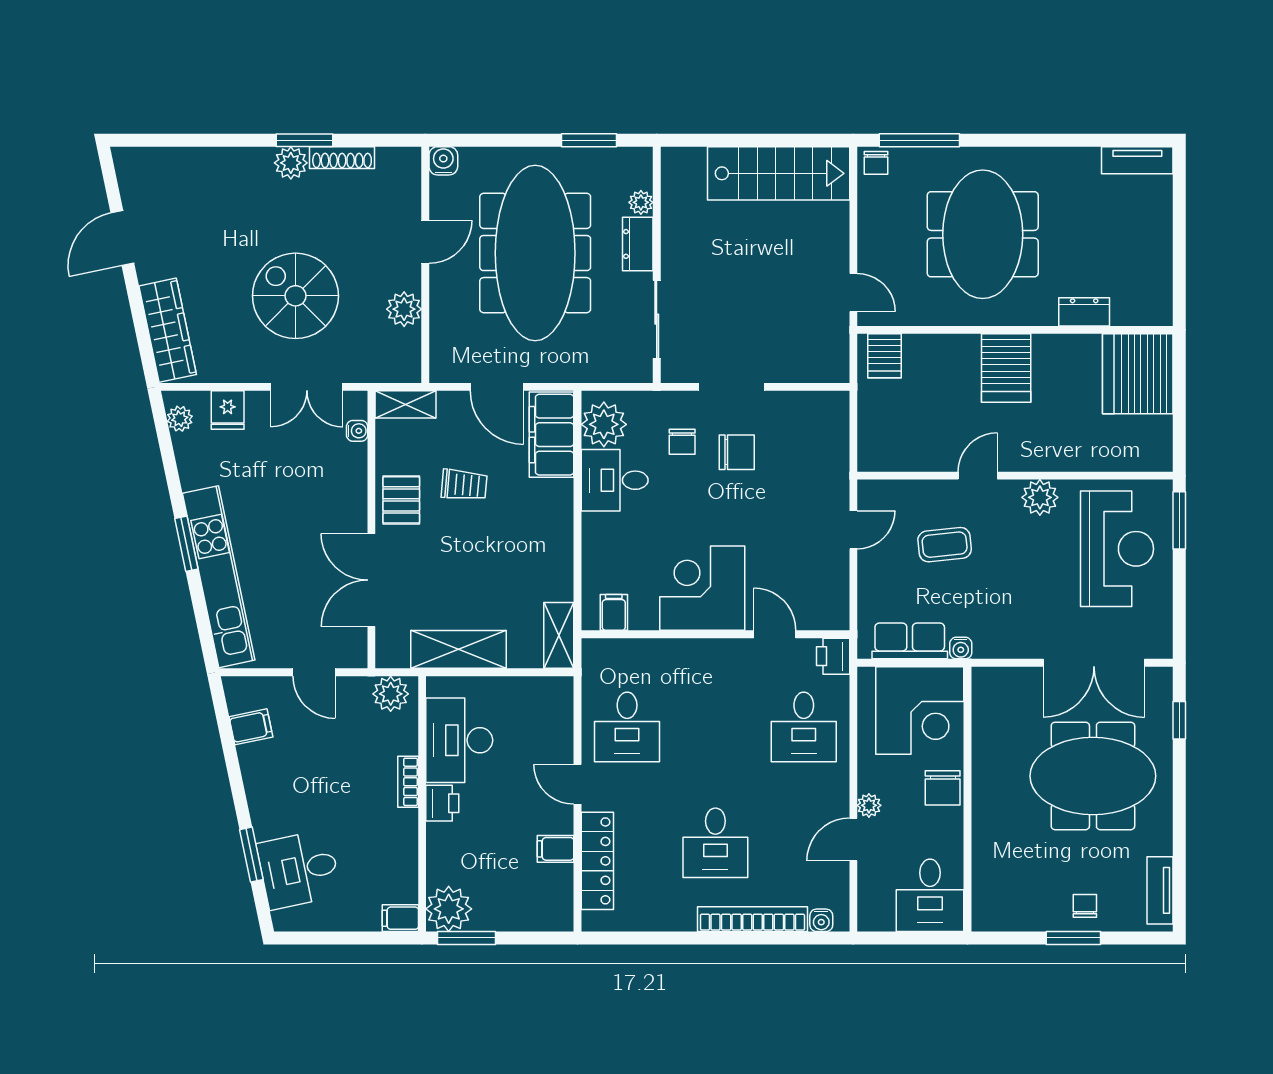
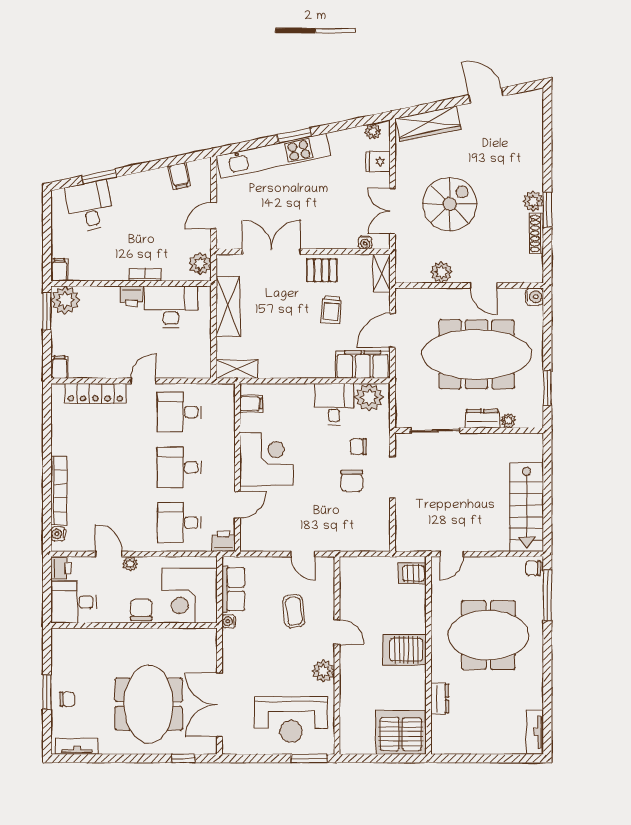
chair: (943, 788) -> (141, 610), turned 90
desk: (715, 843) -> (179, 467), moved
filing cabinet: (556, 849) -> (59, 367), moved
printer: (876, 916) -> (61, 568), added

